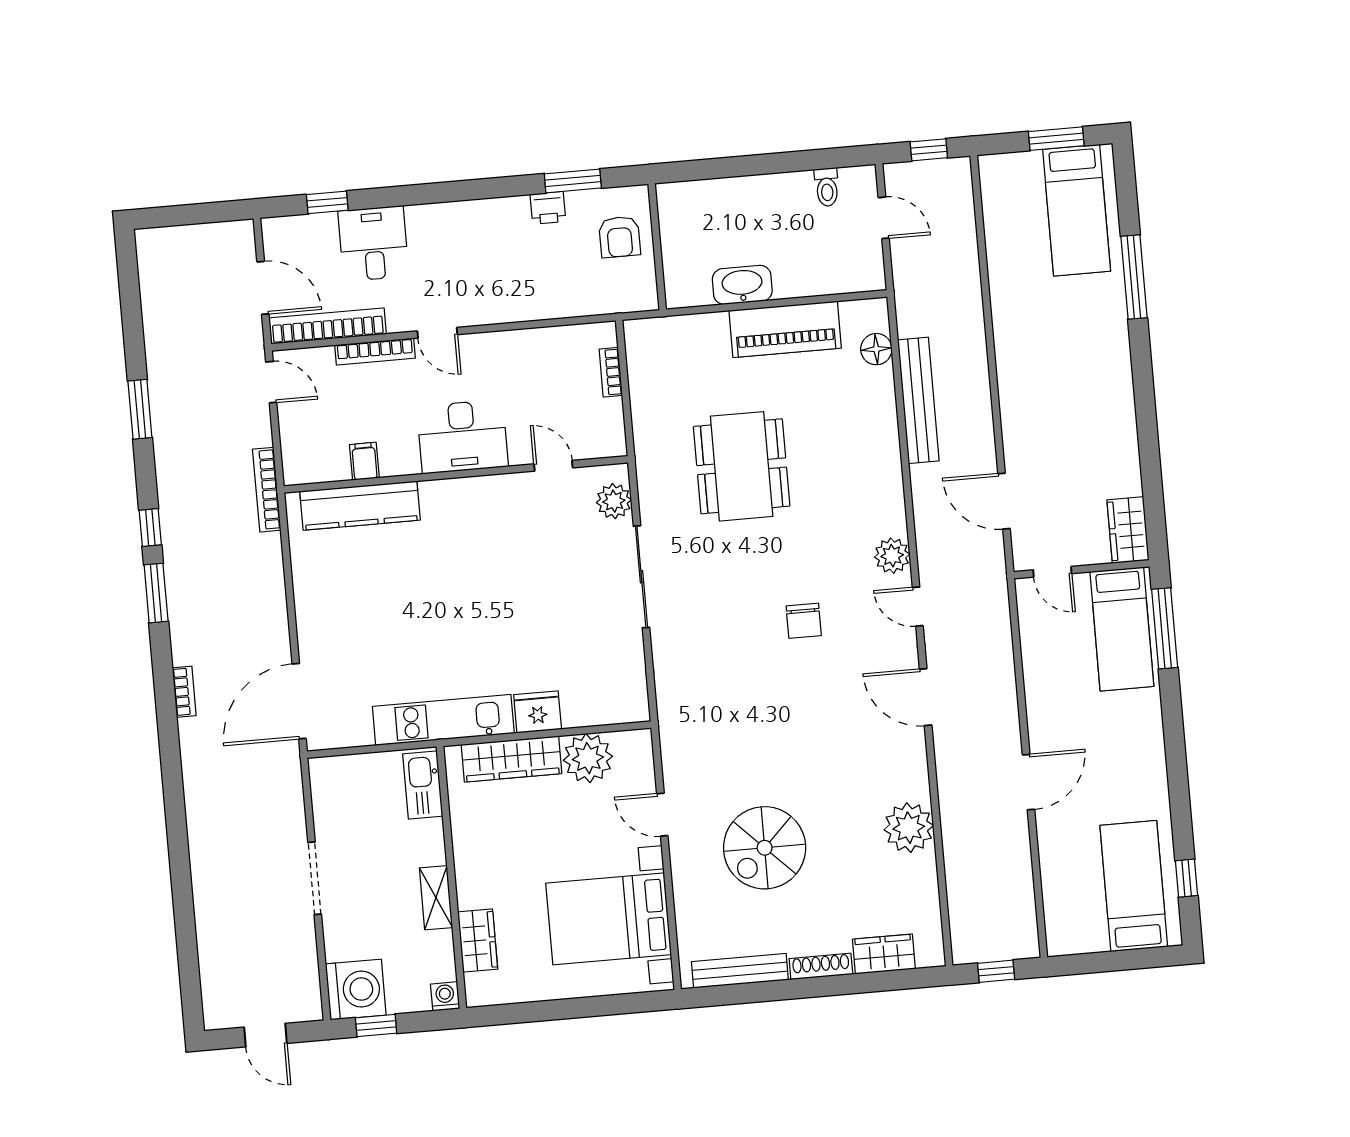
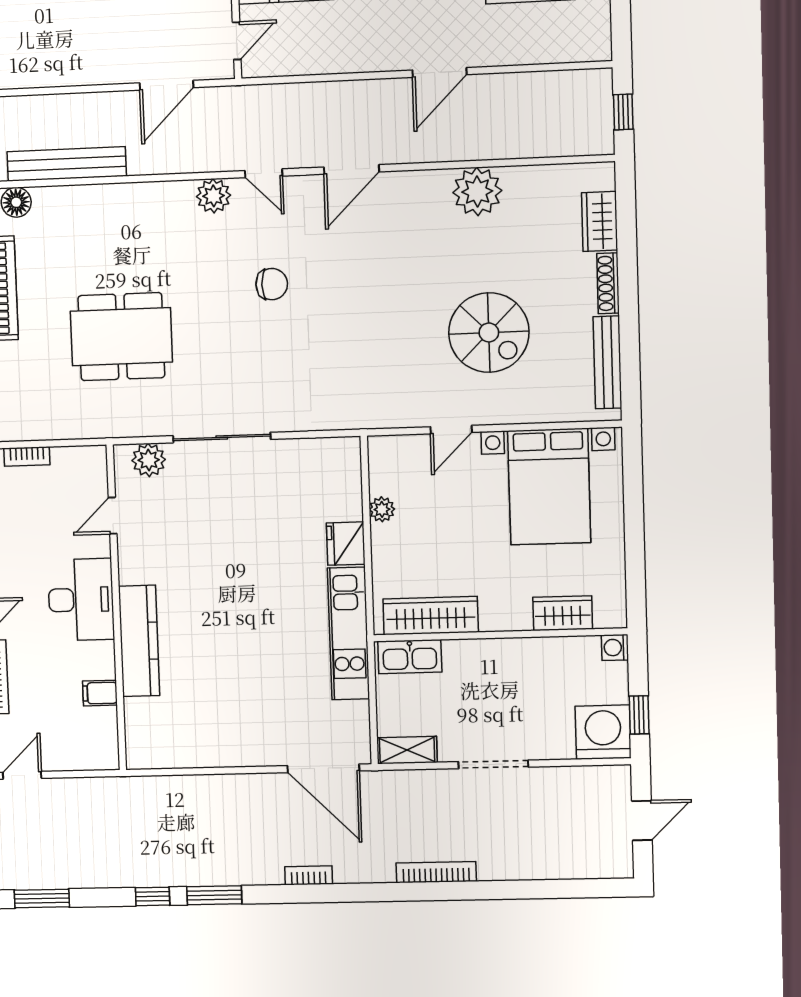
bookcase: (267, 490) -> (436, 872), moved, turned 180
kitchen counter: (360, 506) -> (139, 641), moved
door: (918, 607) -> (264, 173), hinge flipped
plant: (588, 758) -> (382, 509), width x0.53, depth x0.53
wardrobe: (511, 759) -> (431, 616), moved, turned -90
door: (1029, 782) -> (440, 72), swing flipped
shelving: (436, 898) -> (407, 750), moved

